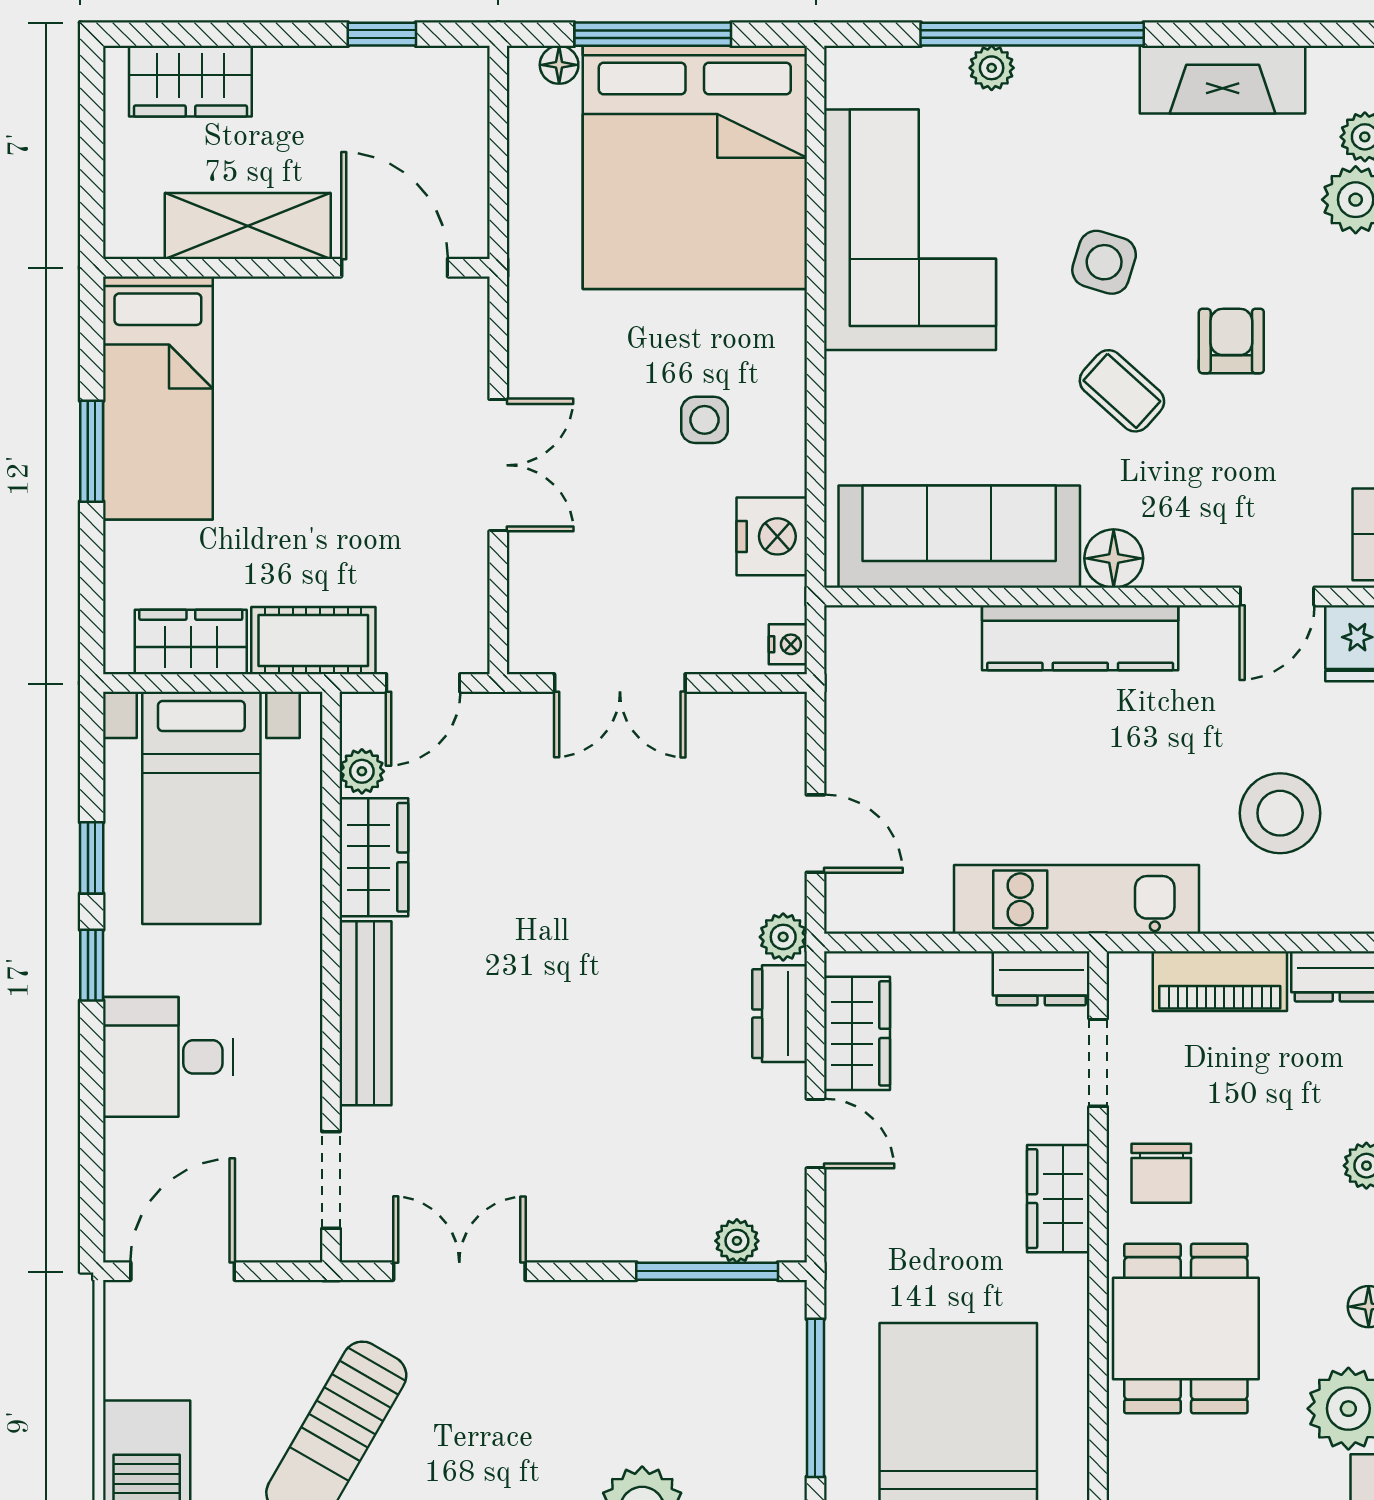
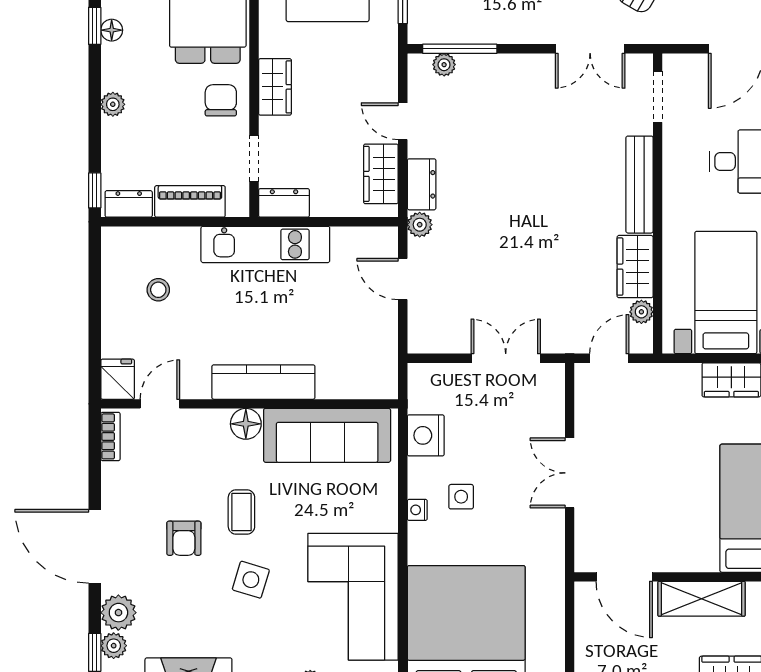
coffee table: (1122, 391) -> (241, 512), turned 48
cot: (313, 641) -> (667, 381), removed
nightstand: (788, 644) -> (417, 510), moved
stool: (1280, 813) -> (158, 290), width x0.53, depth x0.53

